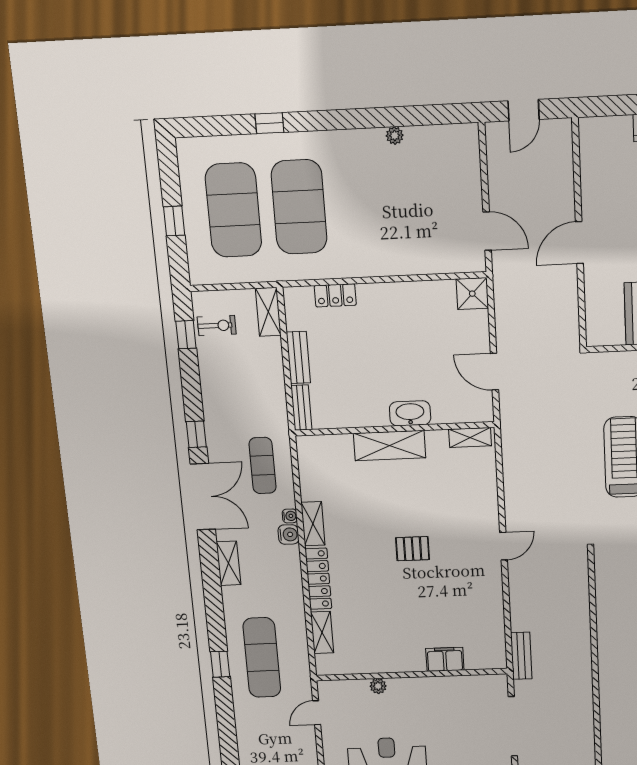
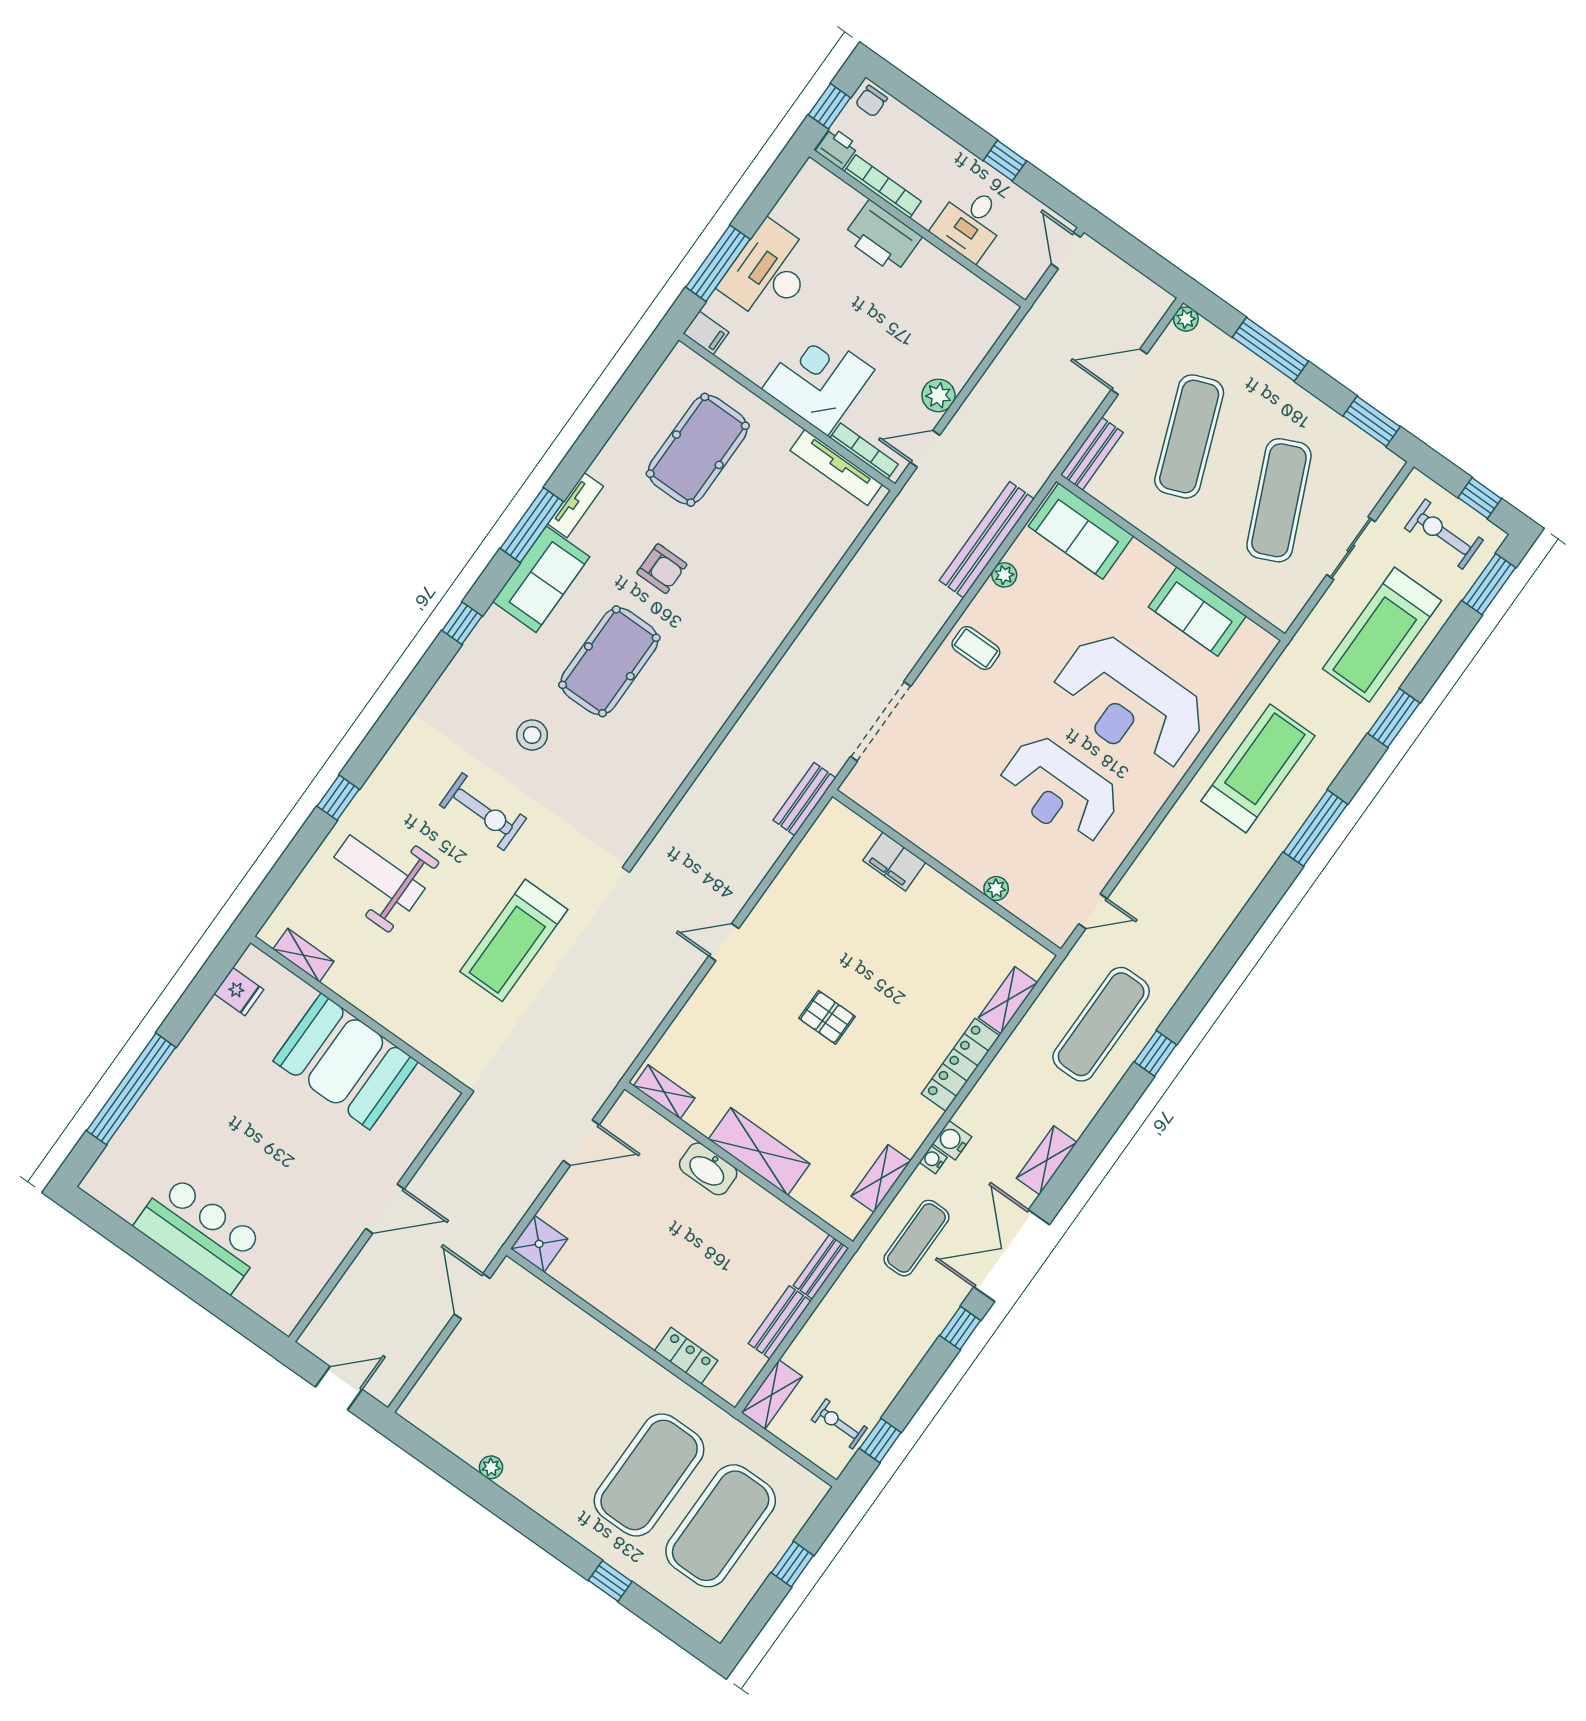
door: (494, 372) -> (581, 1143), hinge flipped
shelving: (313, 524) -> (881, 1178), moved

